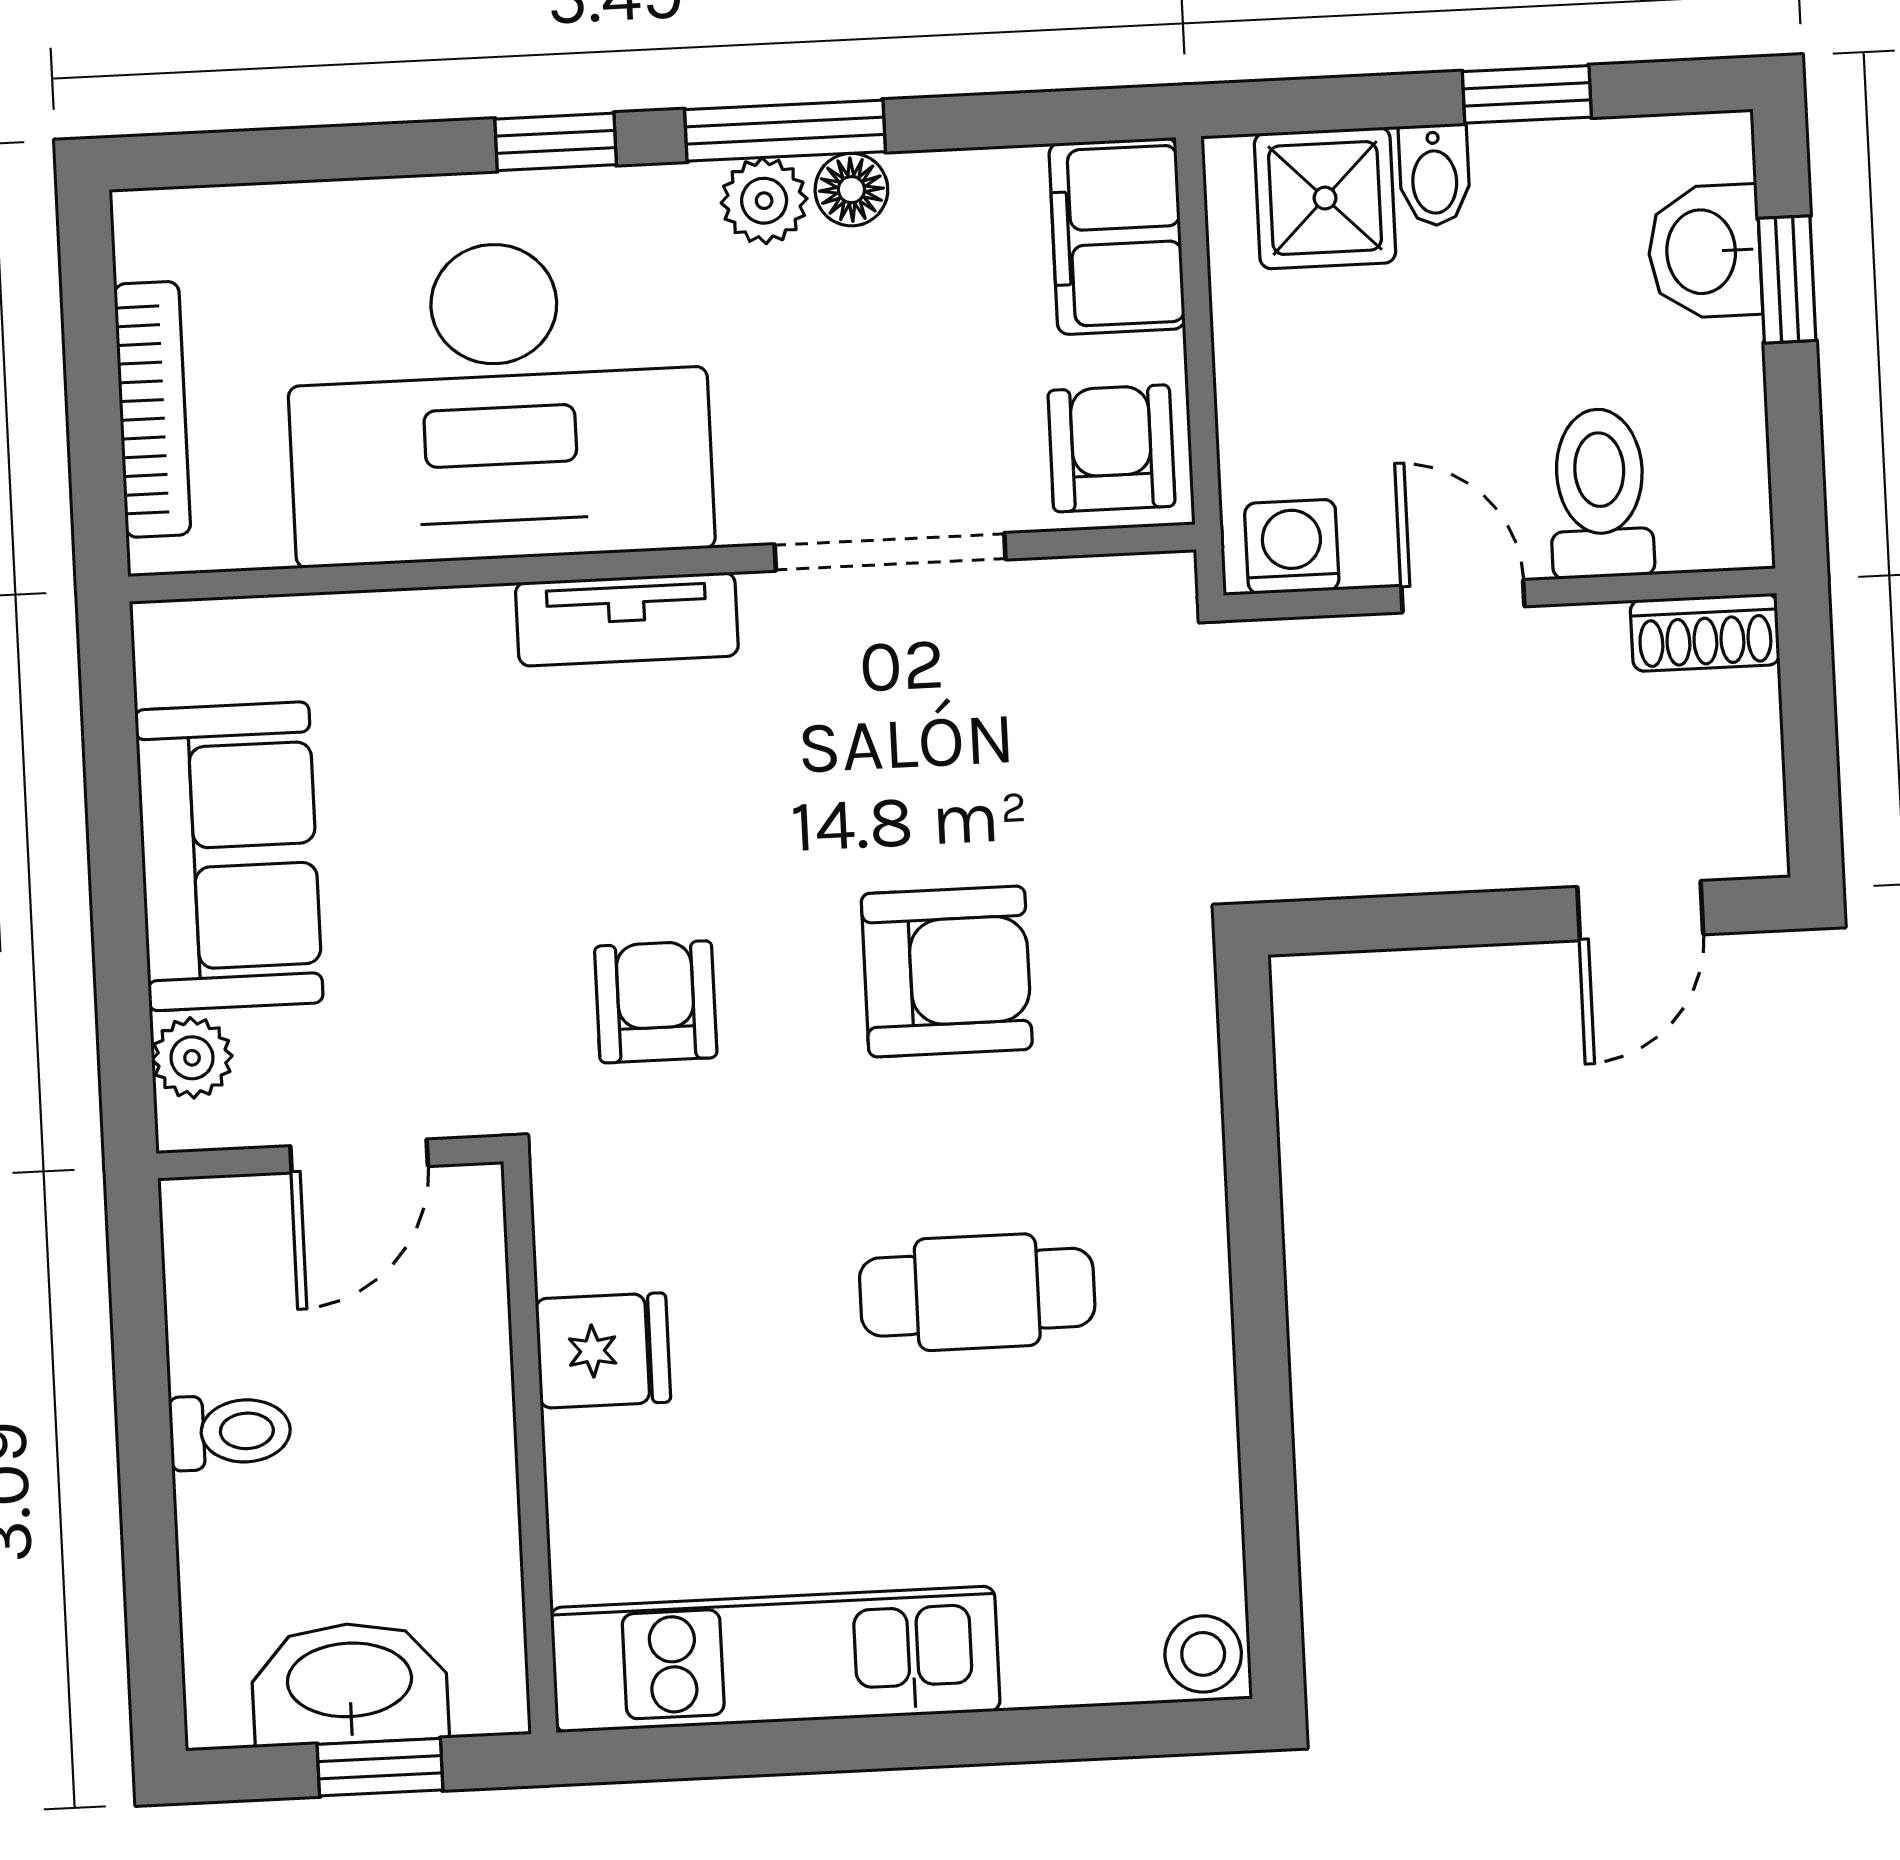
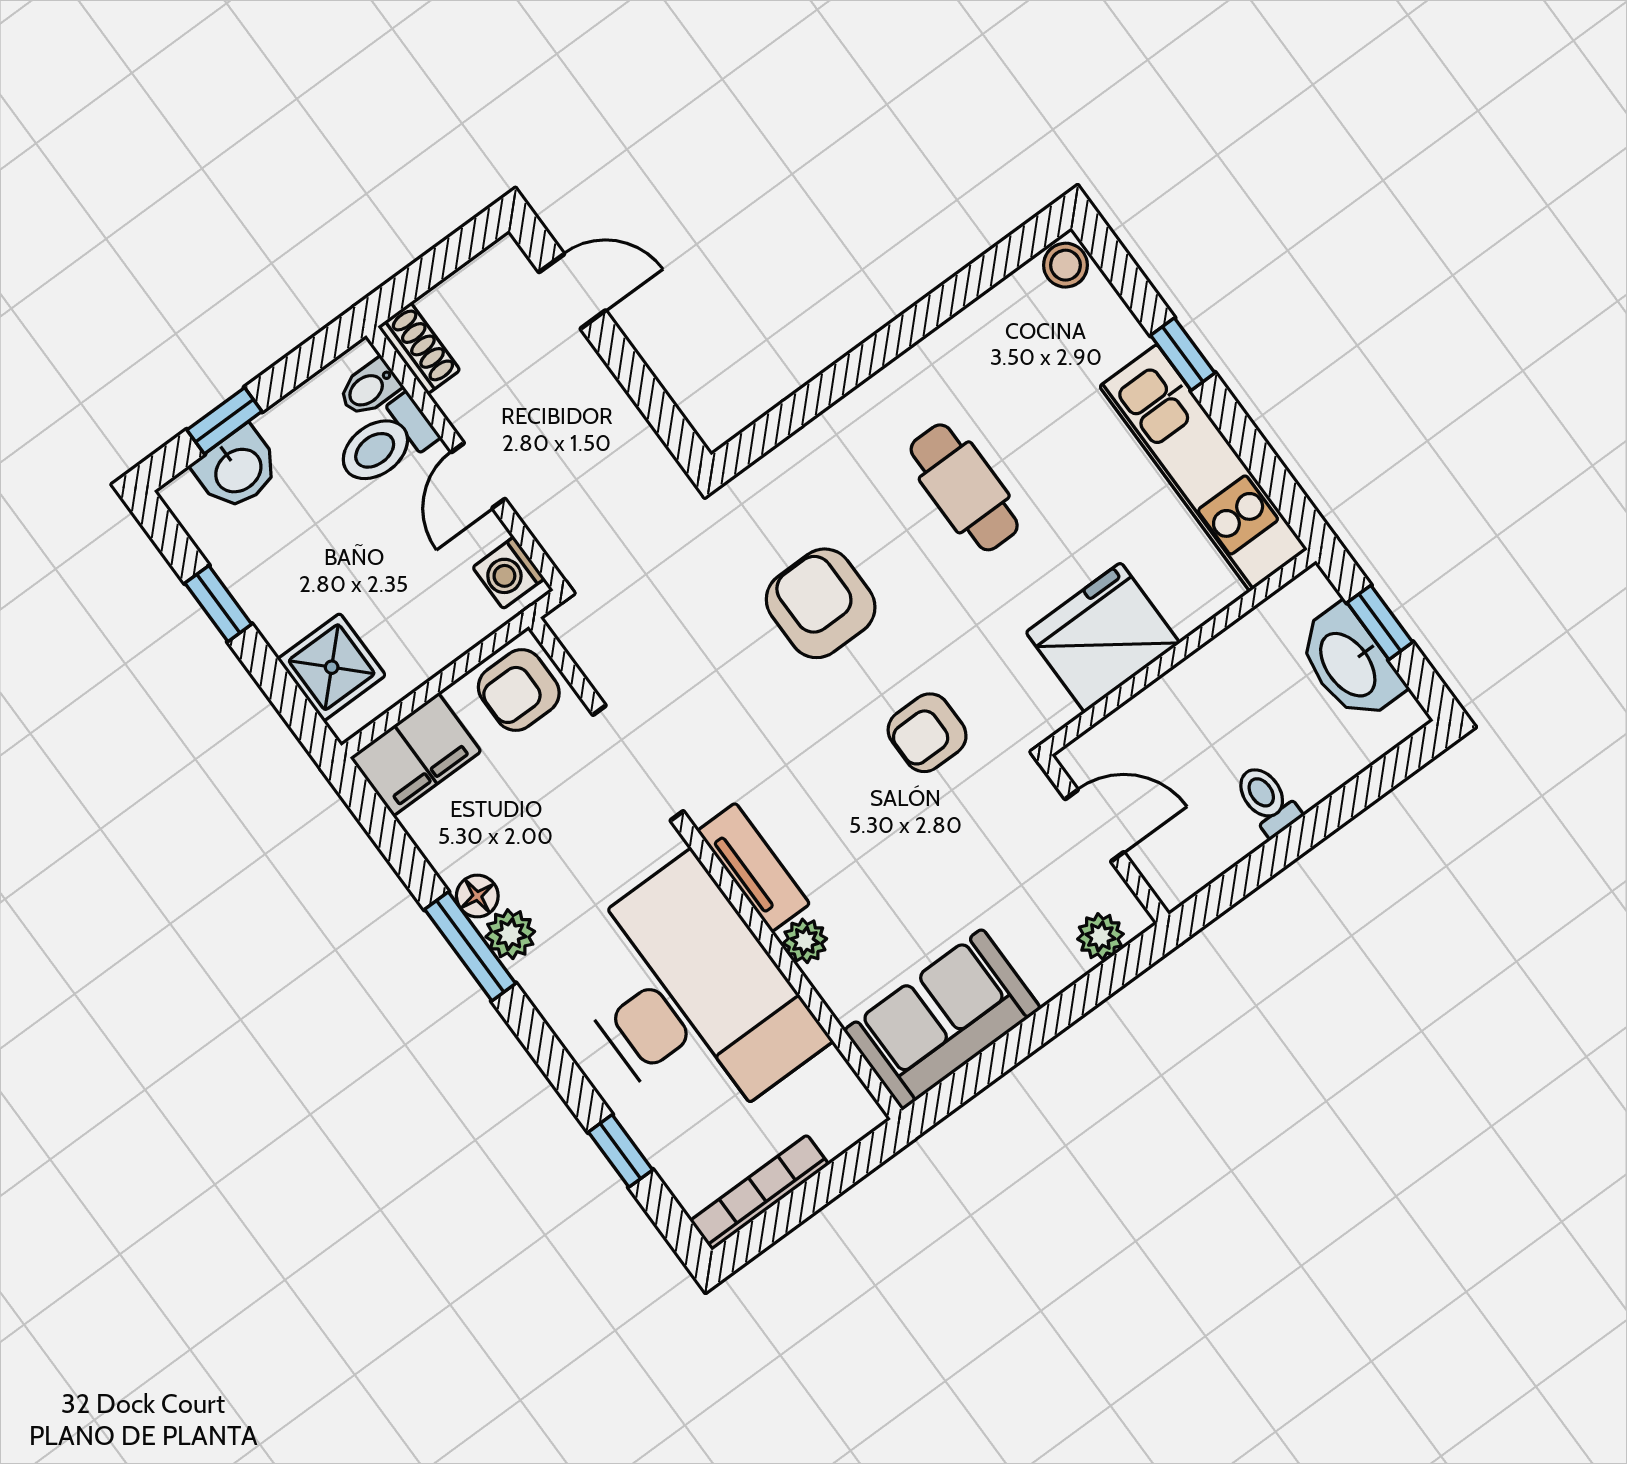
window: (556, 142) -> (620, 1151), moved
bidet: (1434, 175) -> (369, 388), moved, turned 180
bookcase: (152, 409) -> (759, 1193), moved
plant: (470, 623) -> (805, 941), added
sofa: (229, 856) -> (942, 1019), moved
fridge: (603, 1351) -> (1103, 637), width x1.88, depth x1.34
window: (961, 1739) -> (1183, 354), added

